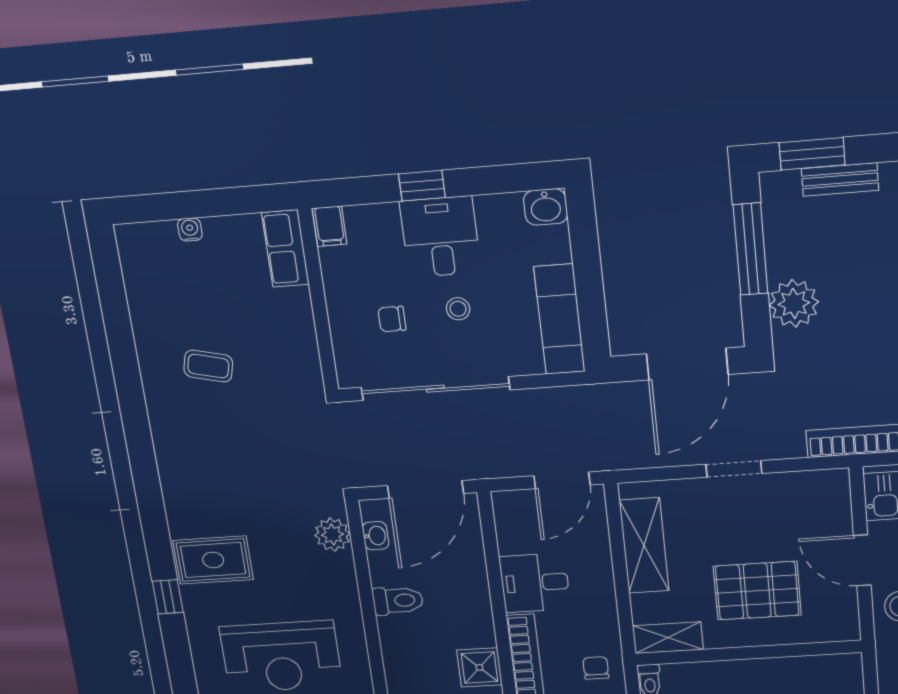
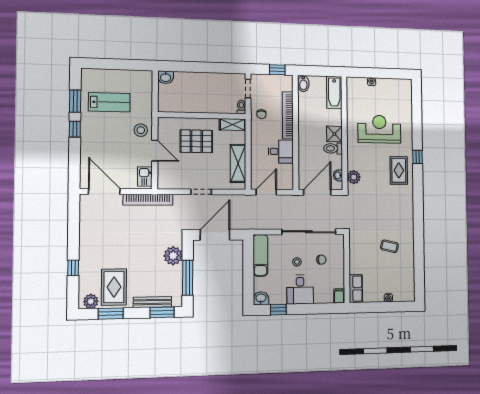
bench: (840, 179) -> (152, 302), width x1.36
window: (422, 186) -> (278, 310), moved
rug: (213, 560) -> (399, 170), turned 90
shower: (479, 667) -> (334, 134), moved

